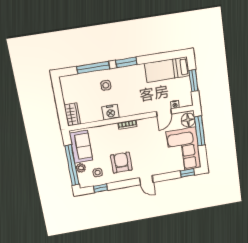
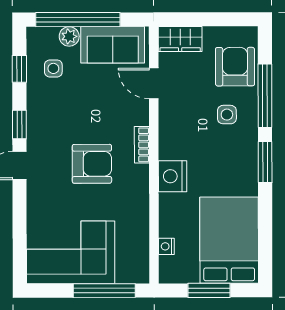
bed: (167, 70) -> (229, 240), width x1.50
armchair: (81, 85) -> (235, 67), added
nightstand: (111, 112) -> (173, 176), moved
door: (164, 113) -> (154, 83), moved
floor lamp: (188, 120) -> (131, 269), removed
armchair: (121, 163) -> (92, 164), moved
window: (187, 173) -> (19, 125), moved

